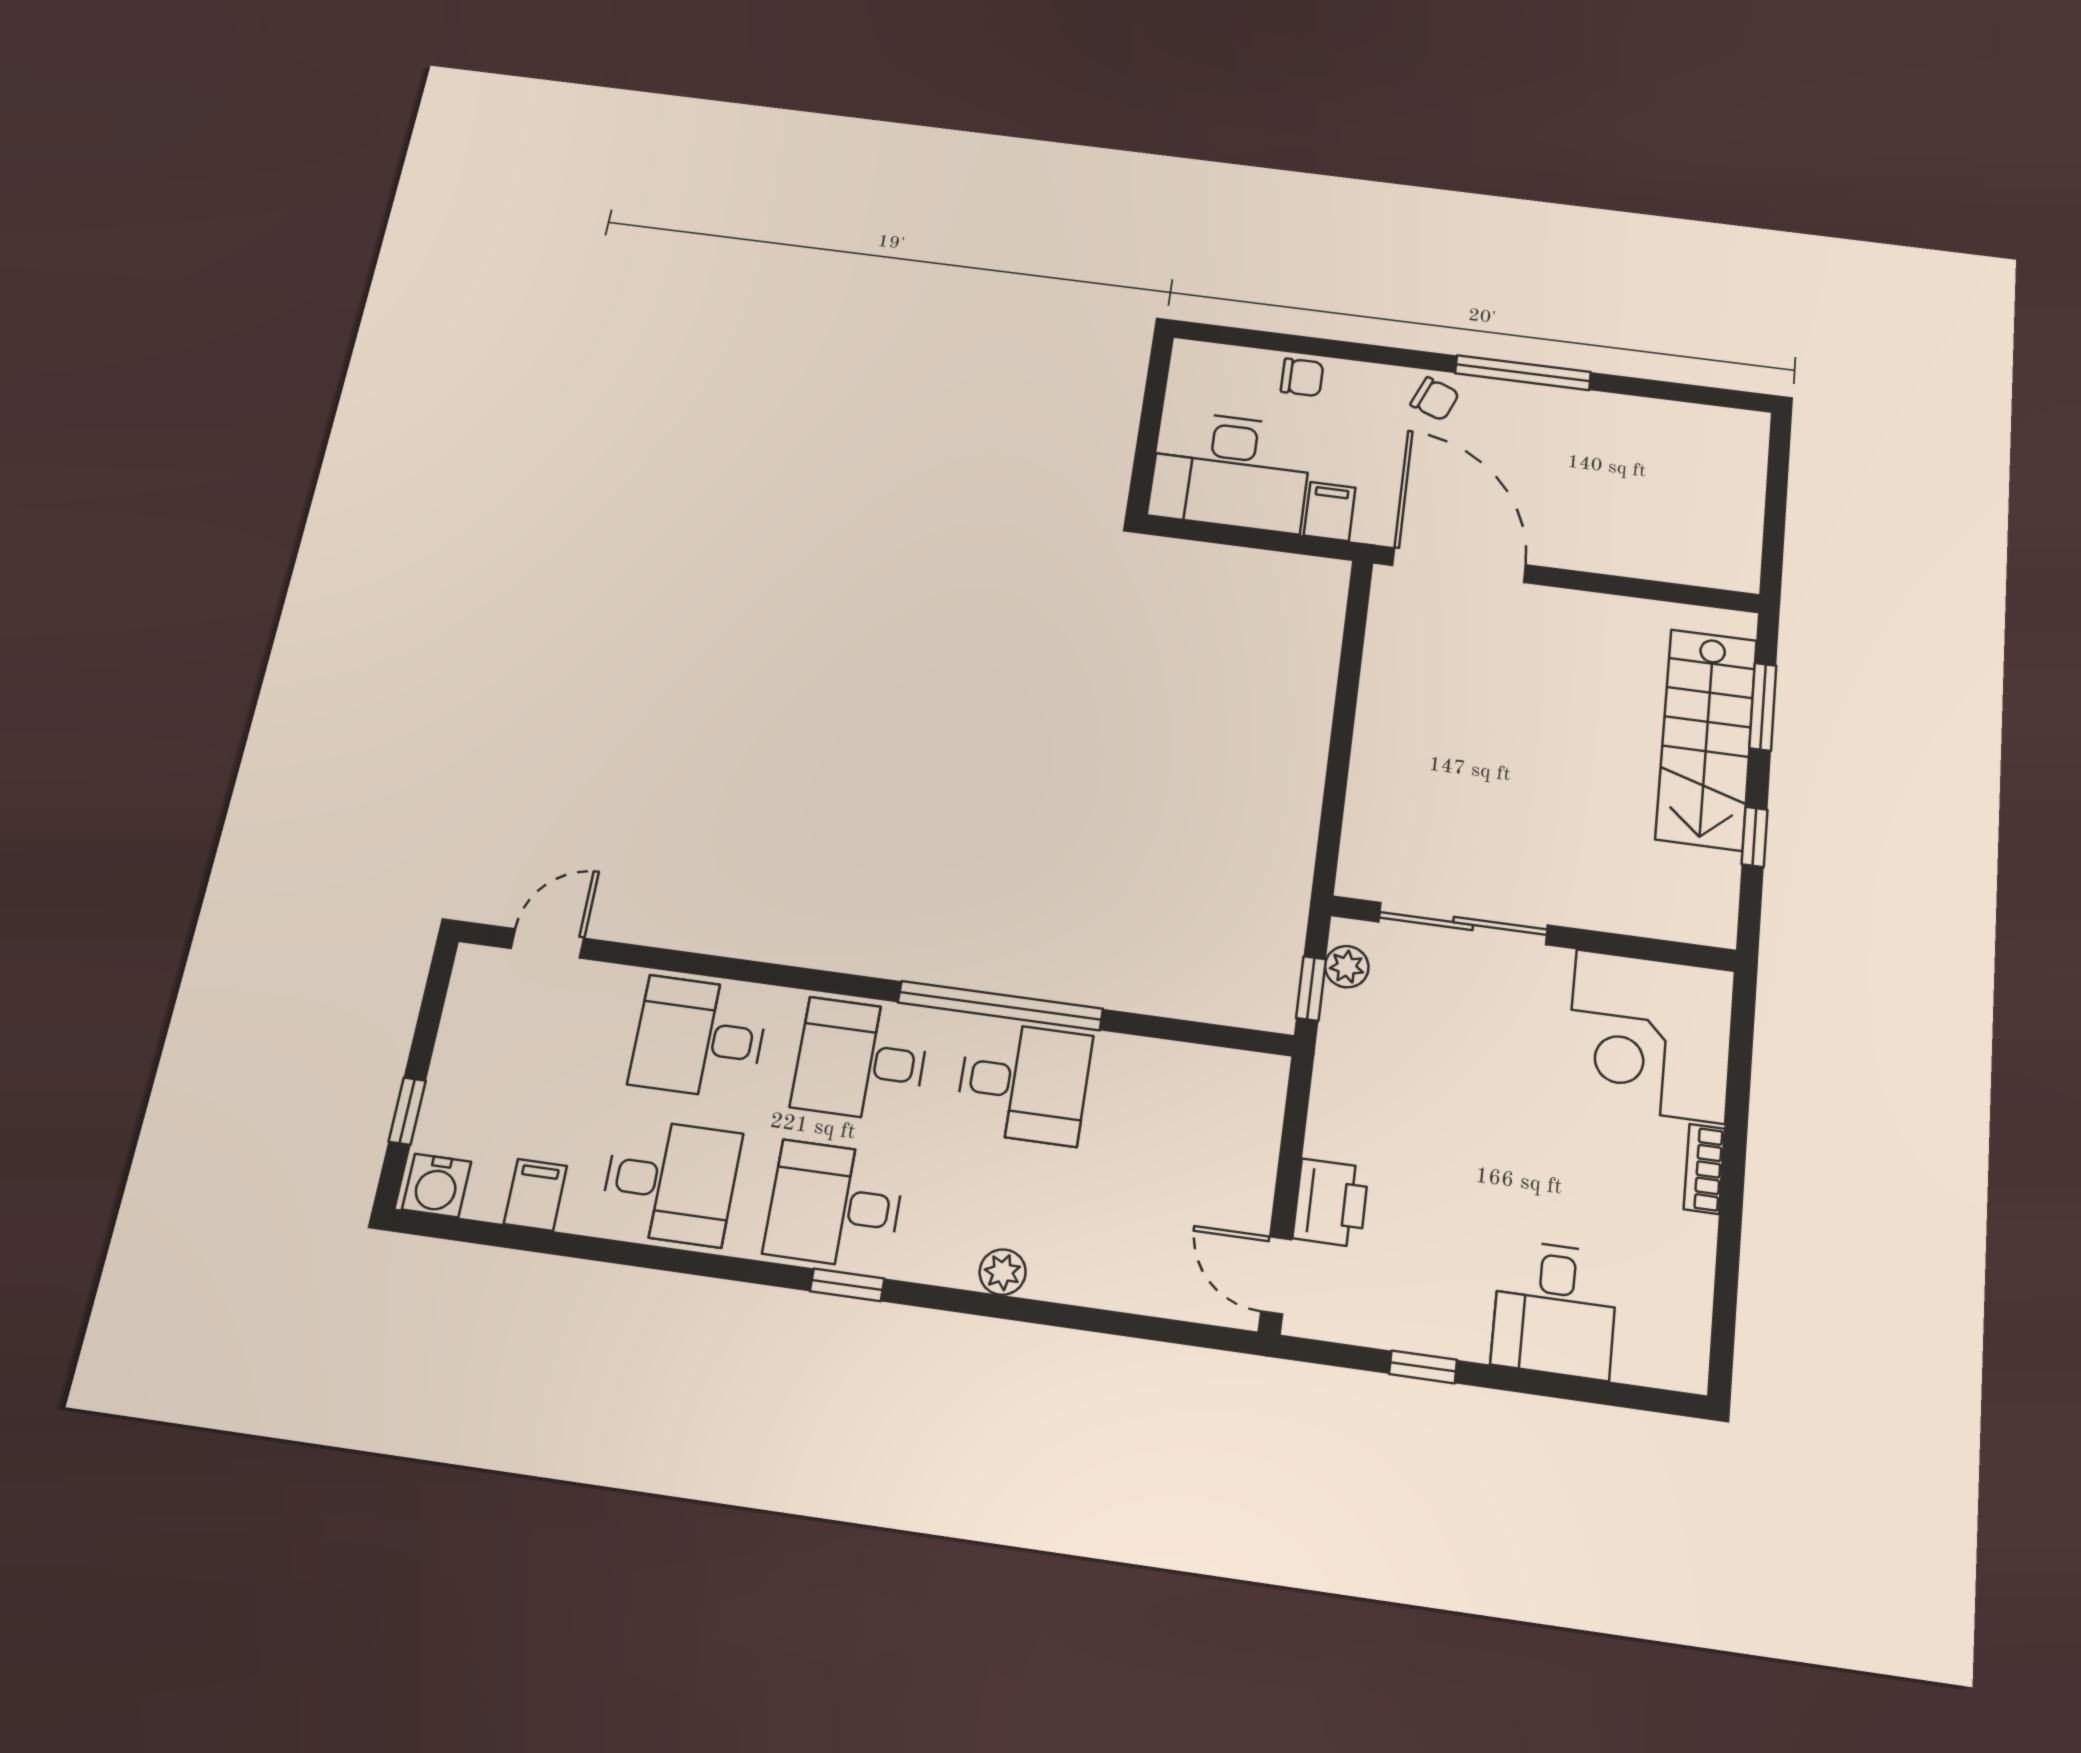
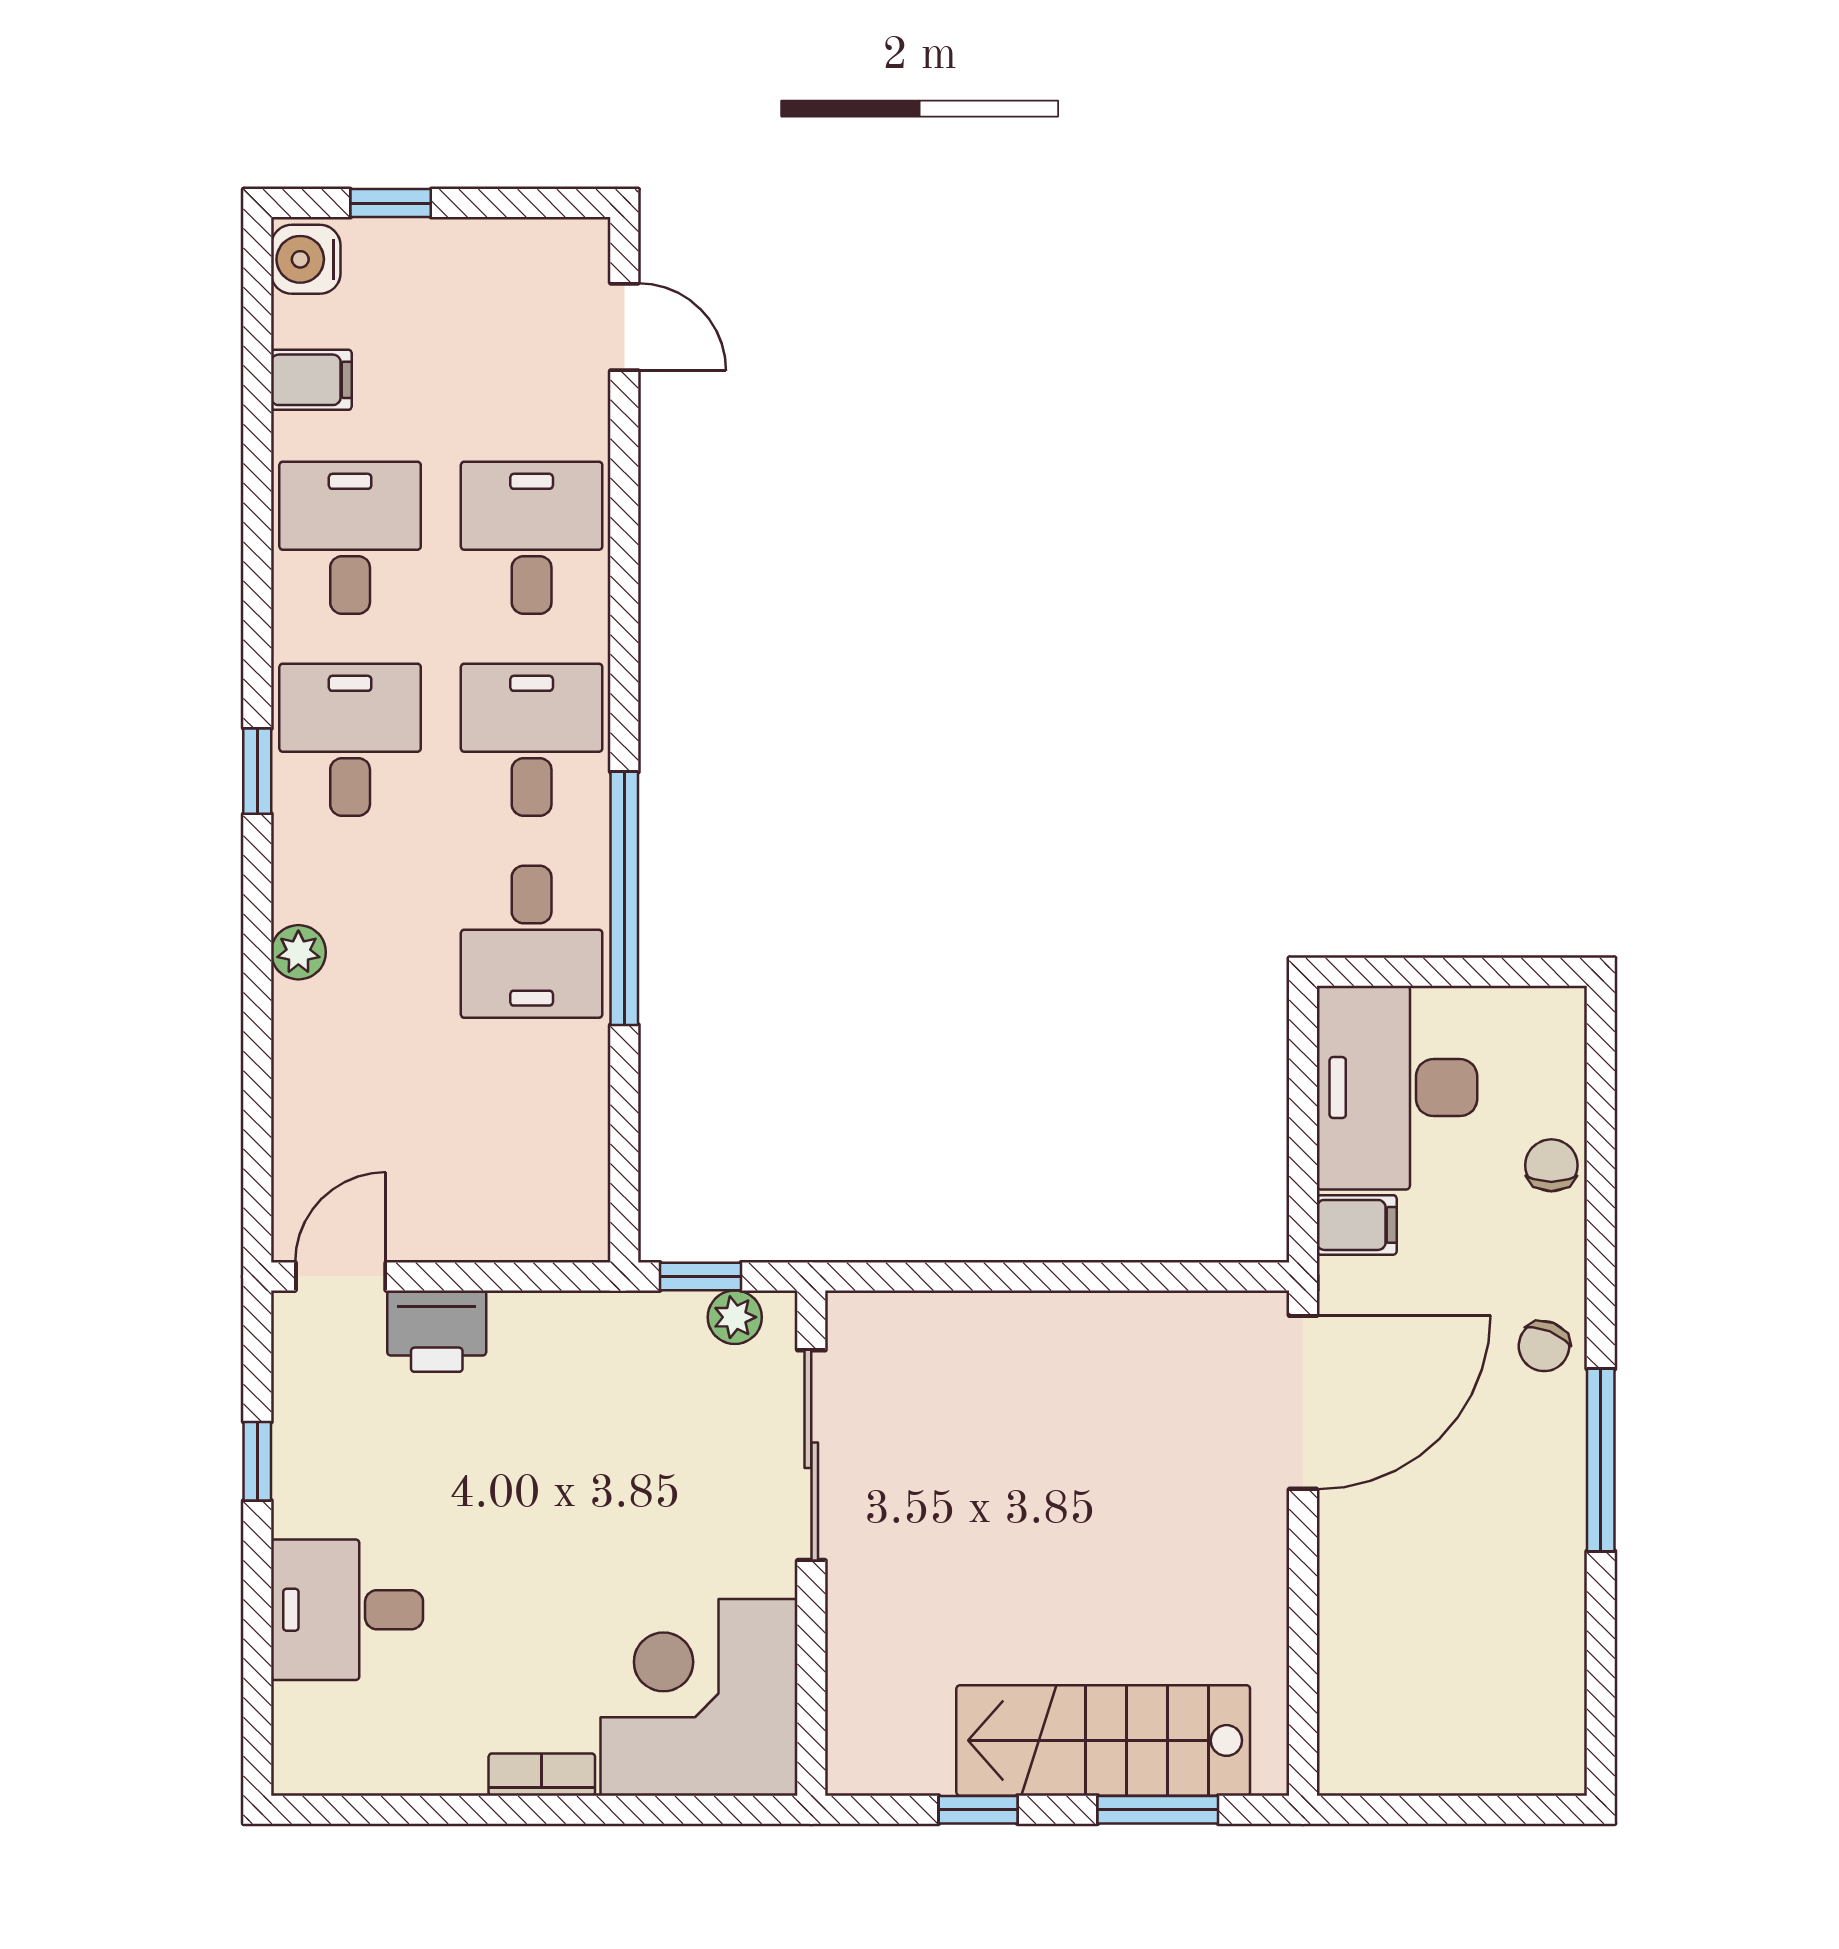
chair: (1302, 377) -> (1551, 1165), turned 180
desk: (670, 1182) -> (350, 538), turned 180

